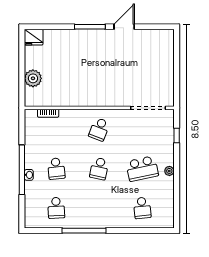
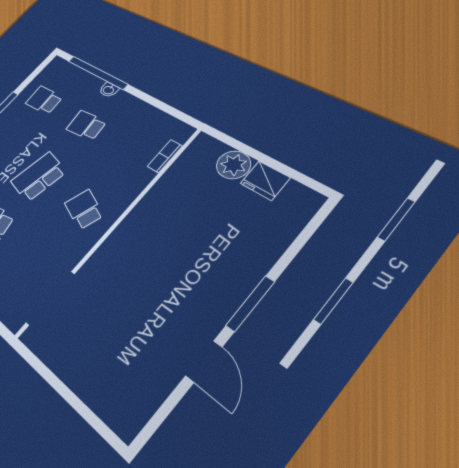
fridge: (34, 37) -> (265, 181), moved, turned -90
school desk: (99, 169) -> (38, 177), width x1.85
window: (22, 170) -> (97, 73), moved

